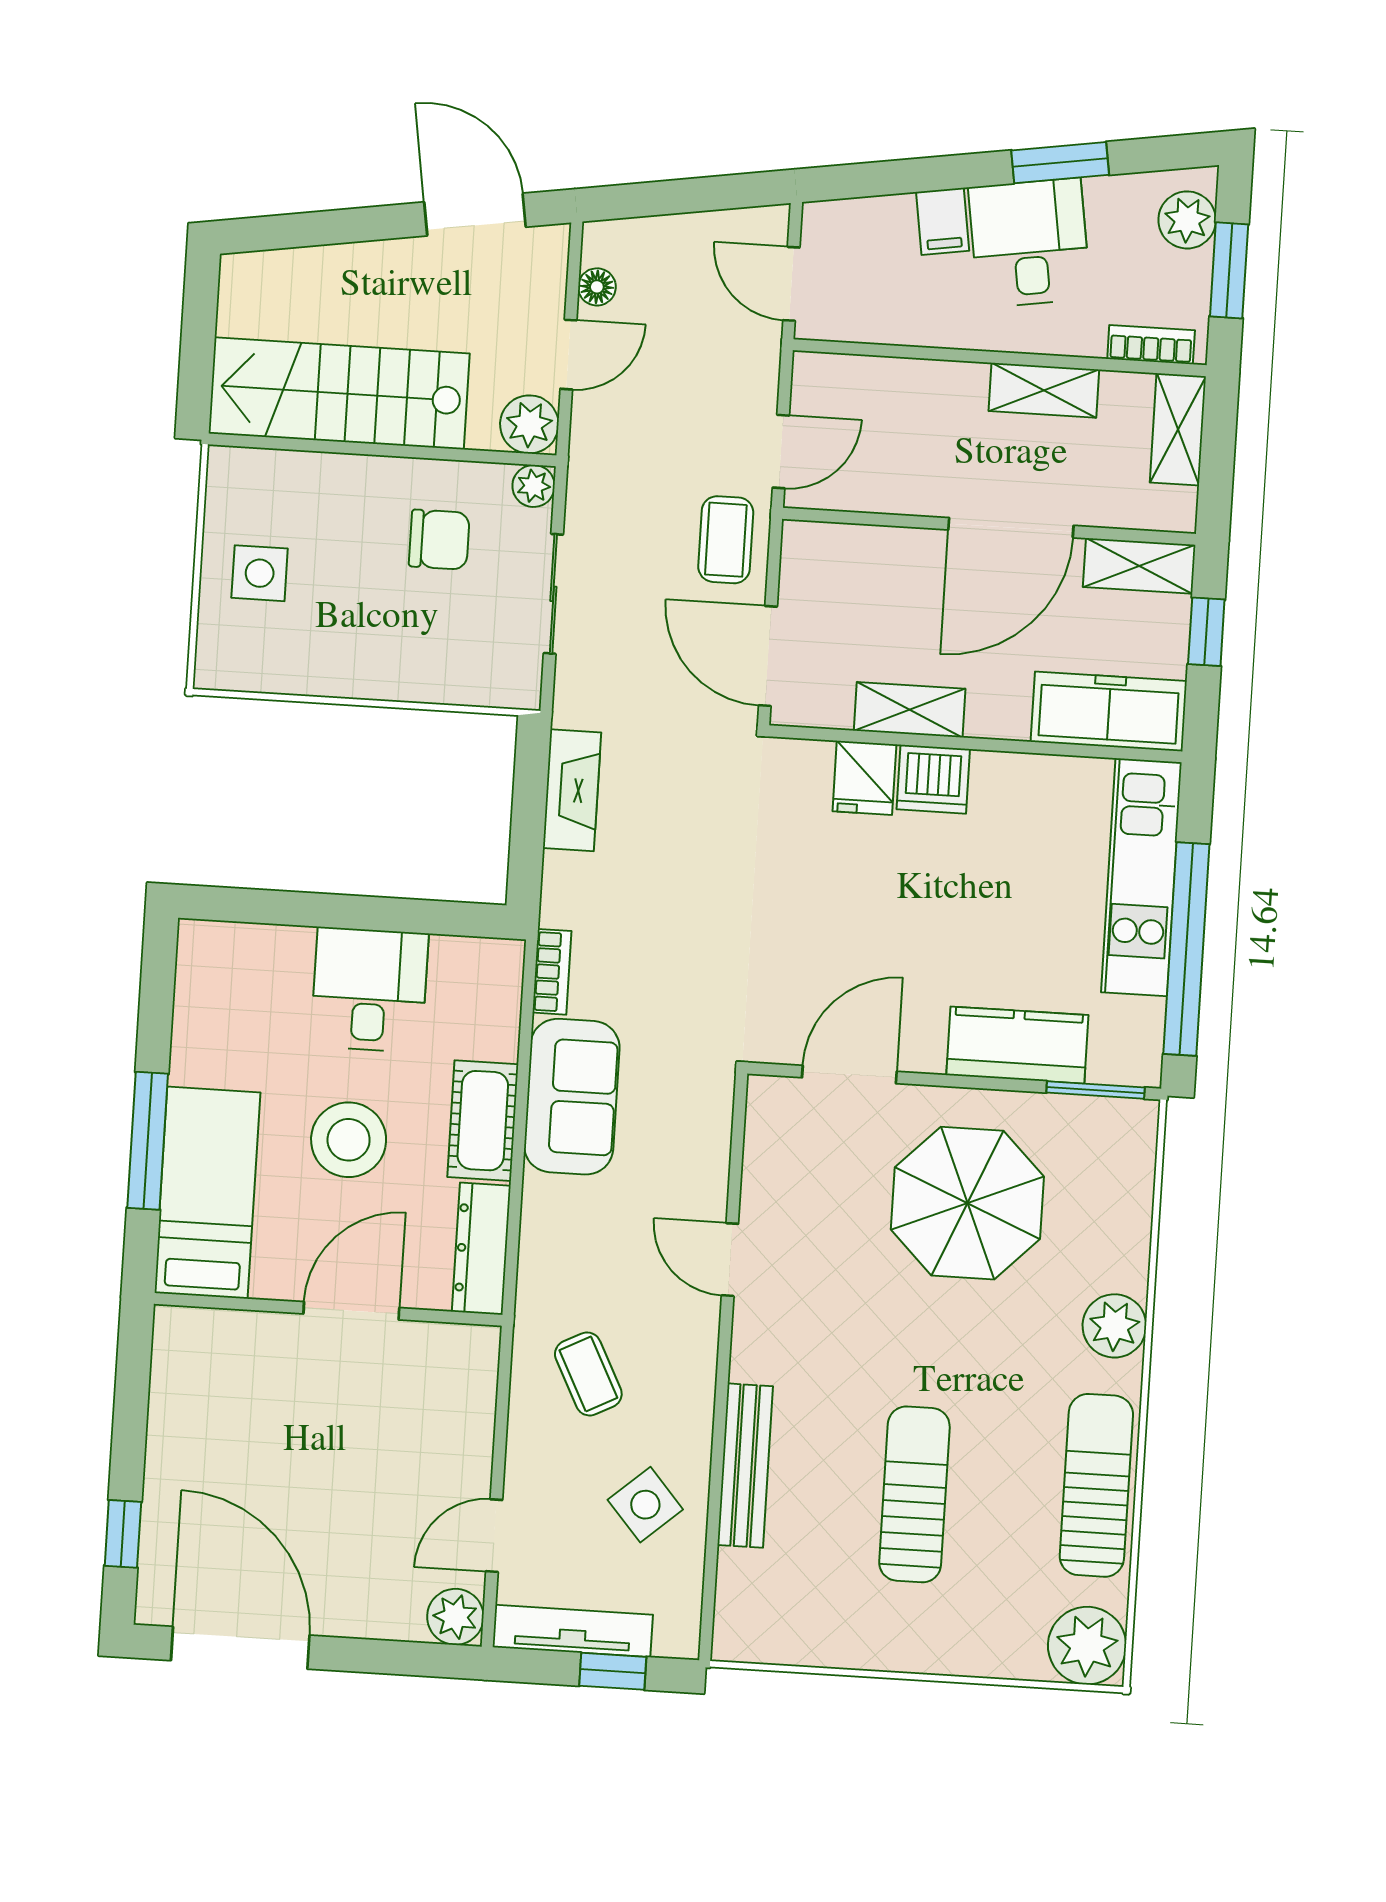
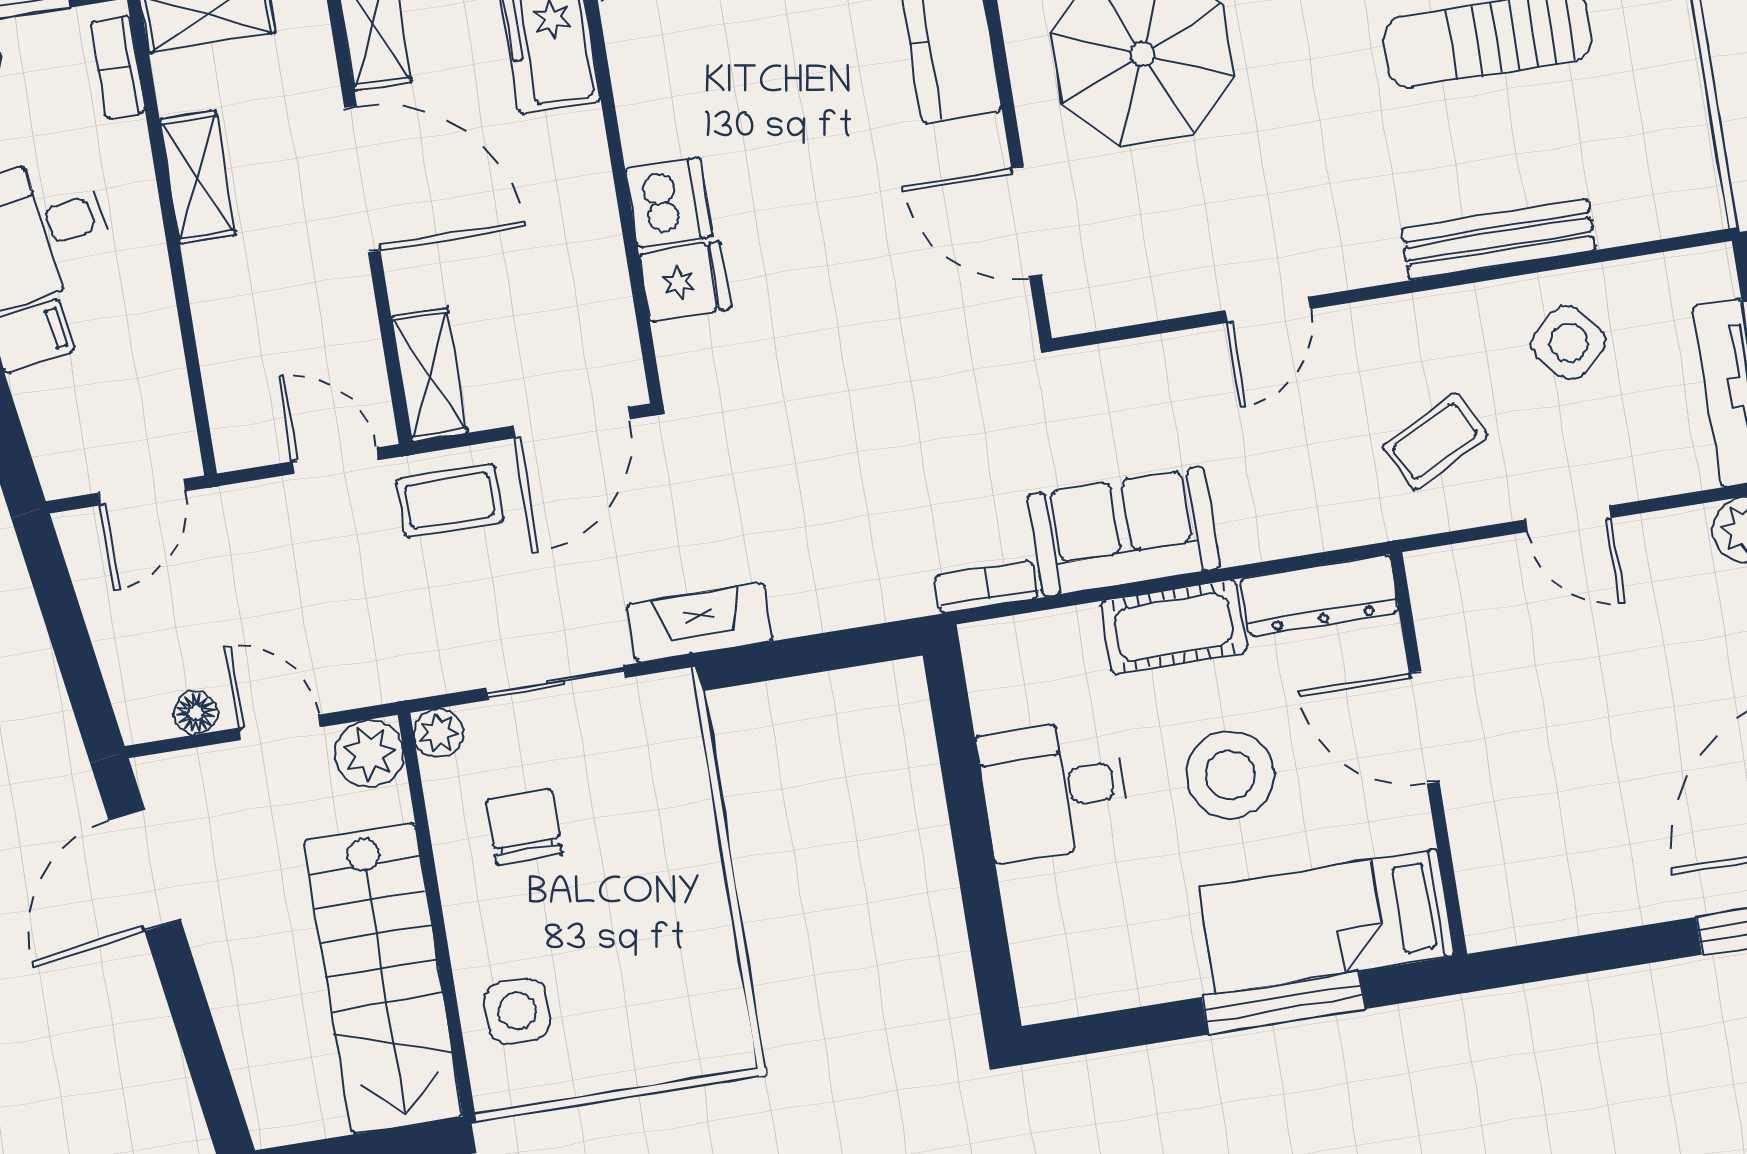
side table: (260, 573) -> (517, 1011), moved
shelving: (910, 710) -> (429, 375), moved
fireplace: (572, 790) -> (700, 623), moved
door: (494, 1536) -> (1568, 519), moved

